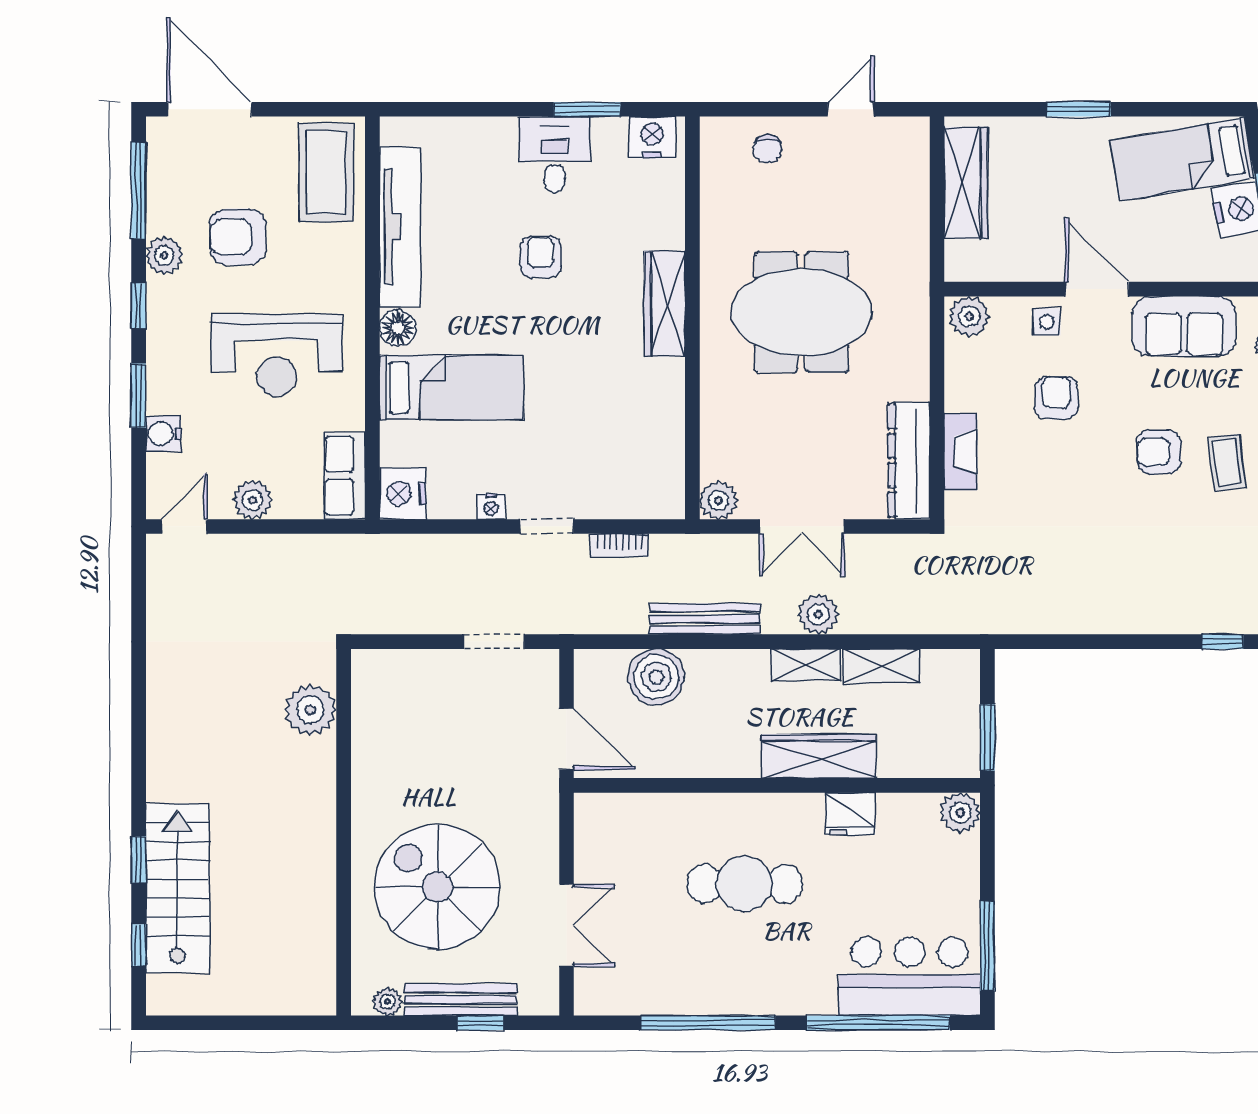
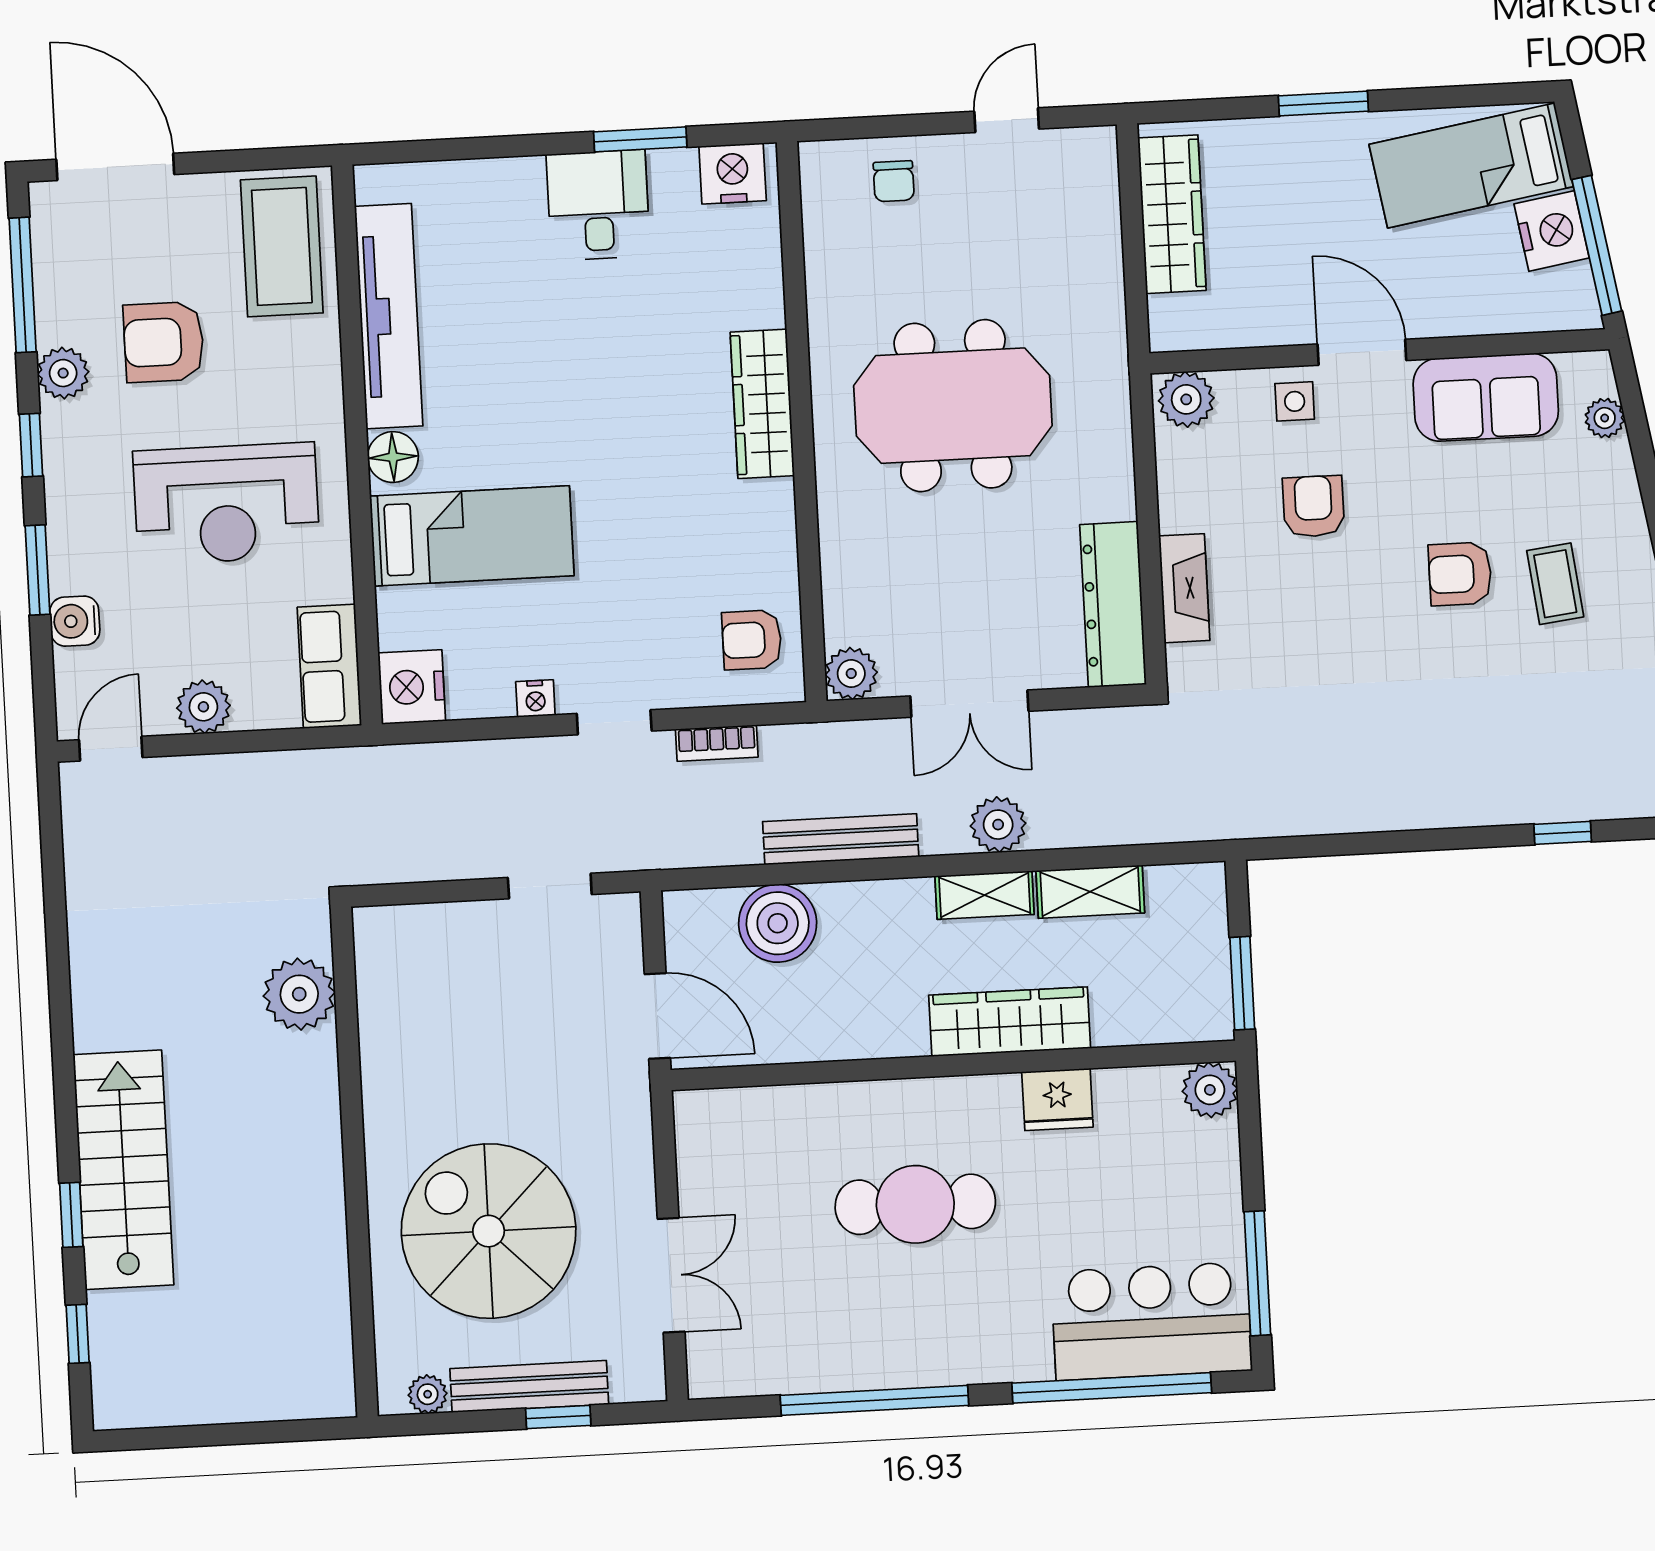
armchair: (540, 257) -> (752, 640), moved, turned -90
stairs: (178, 888) -> (123, 1170), moved

